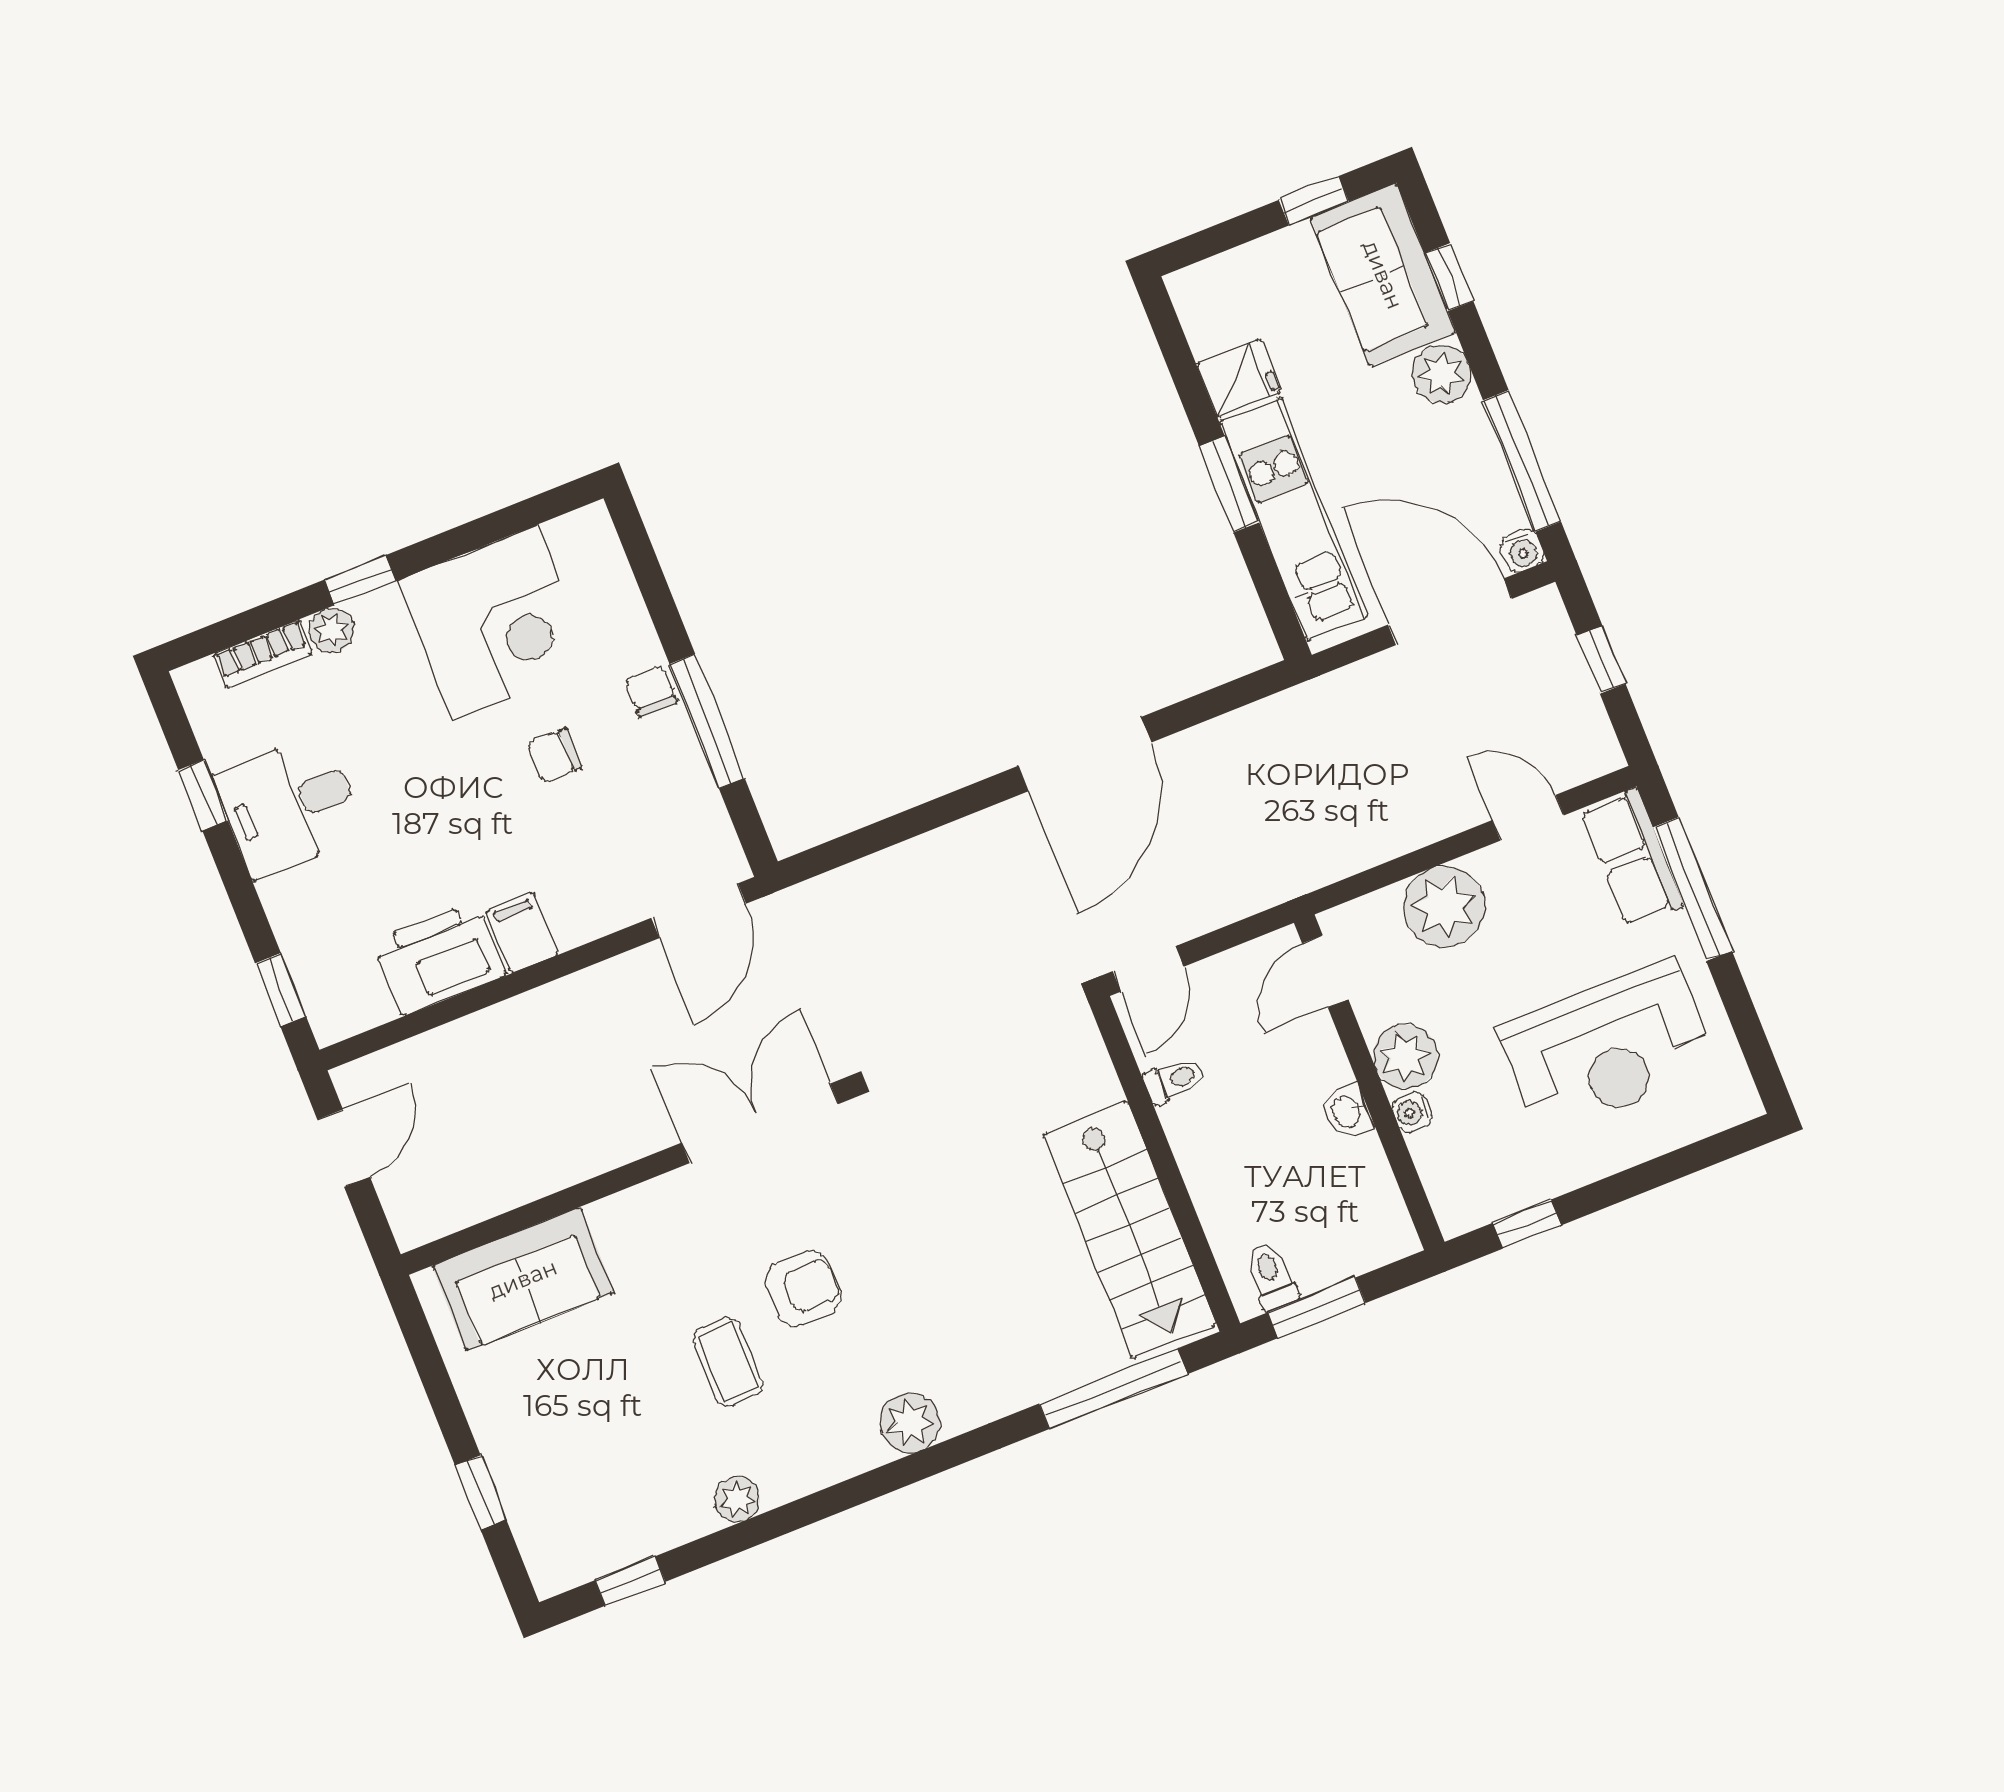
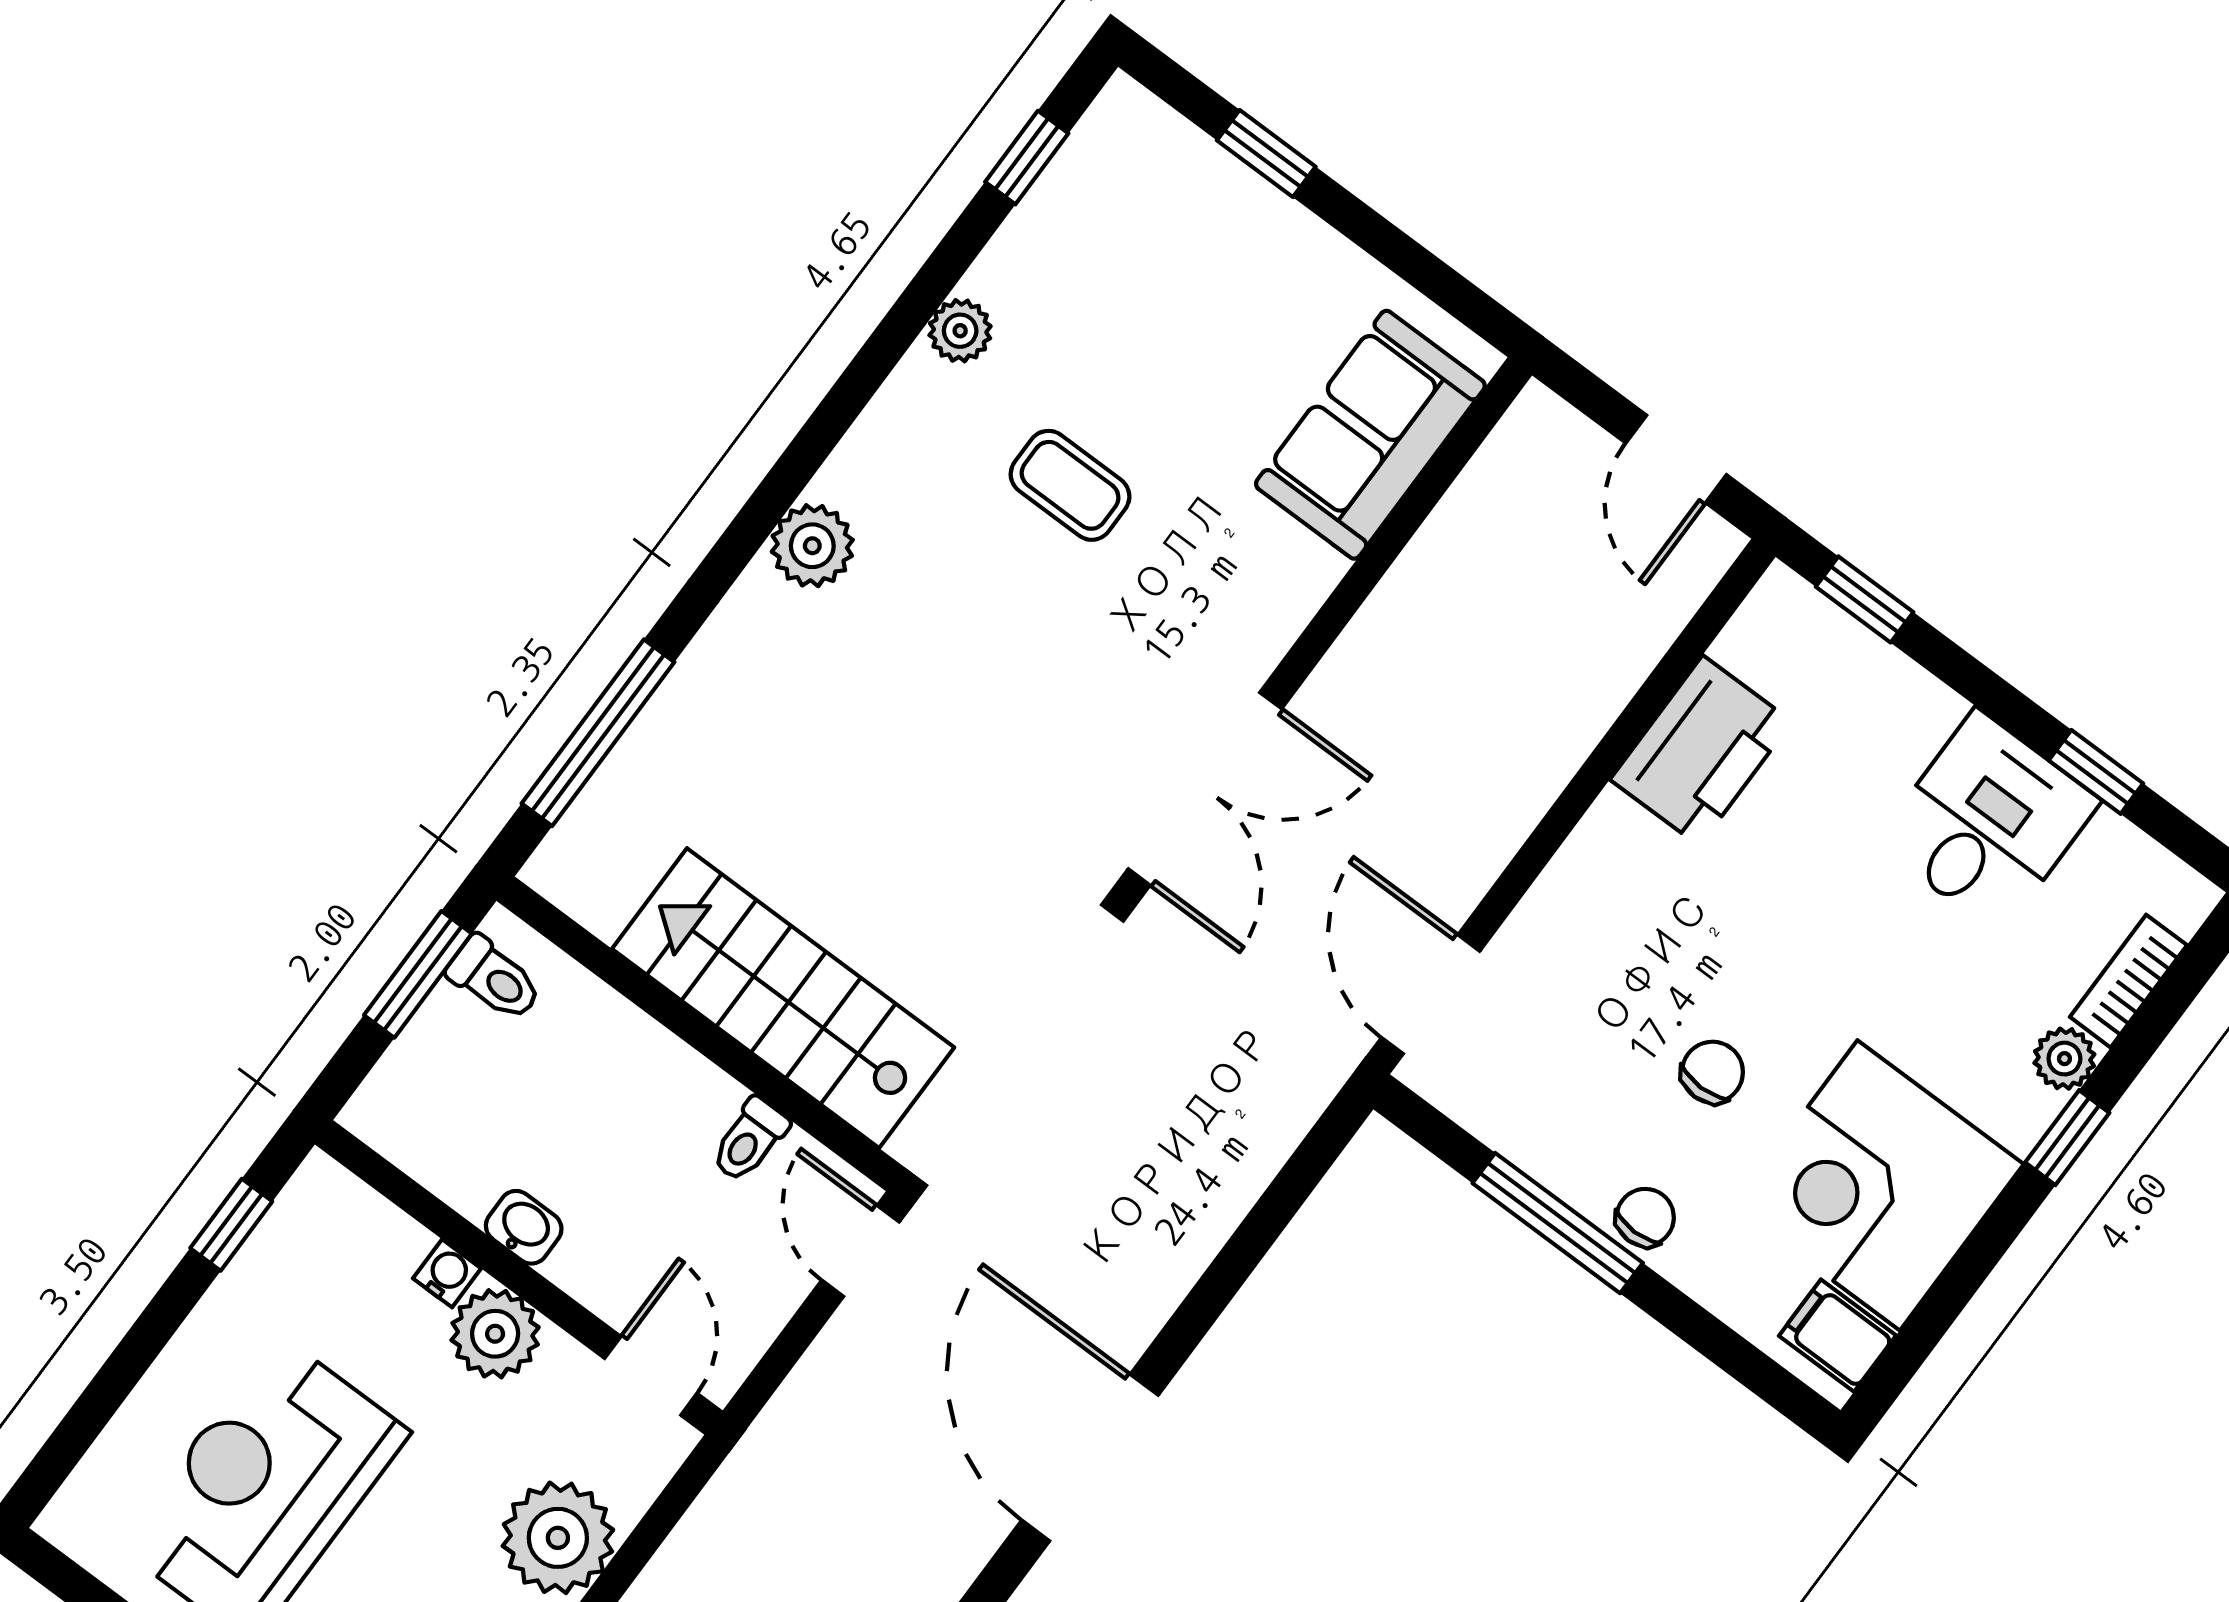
chair: (651, 691) -> (1645, 1217), turned -90
filing cabinet: (522, 933) -> (1837, 1336), moved, turned 180
stairs: (1130, 1230) -> (783, 998), moved
armchair: (803, 1289) -> (1034, 626), removed

